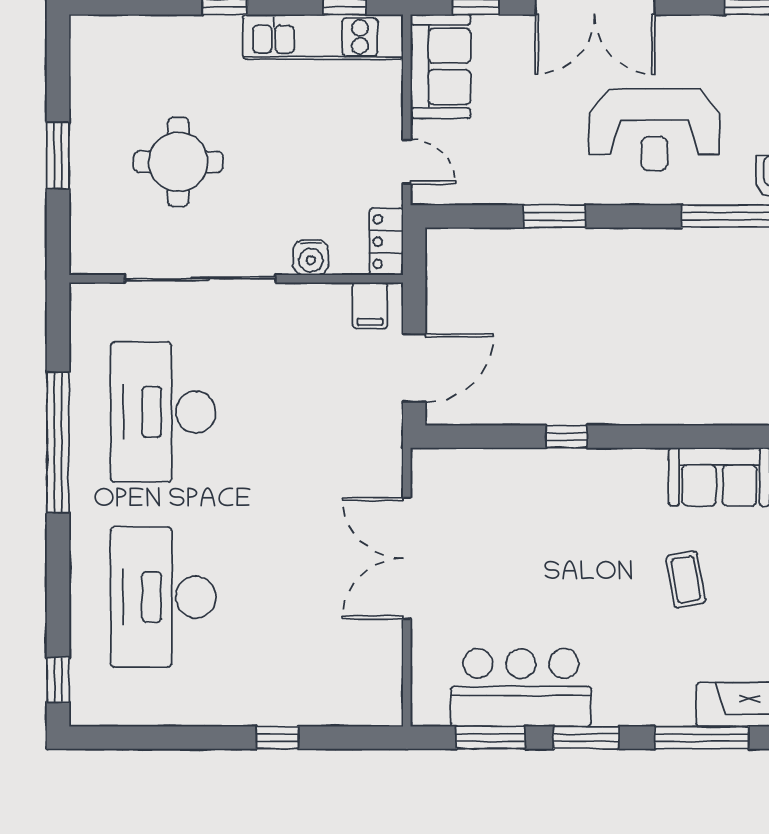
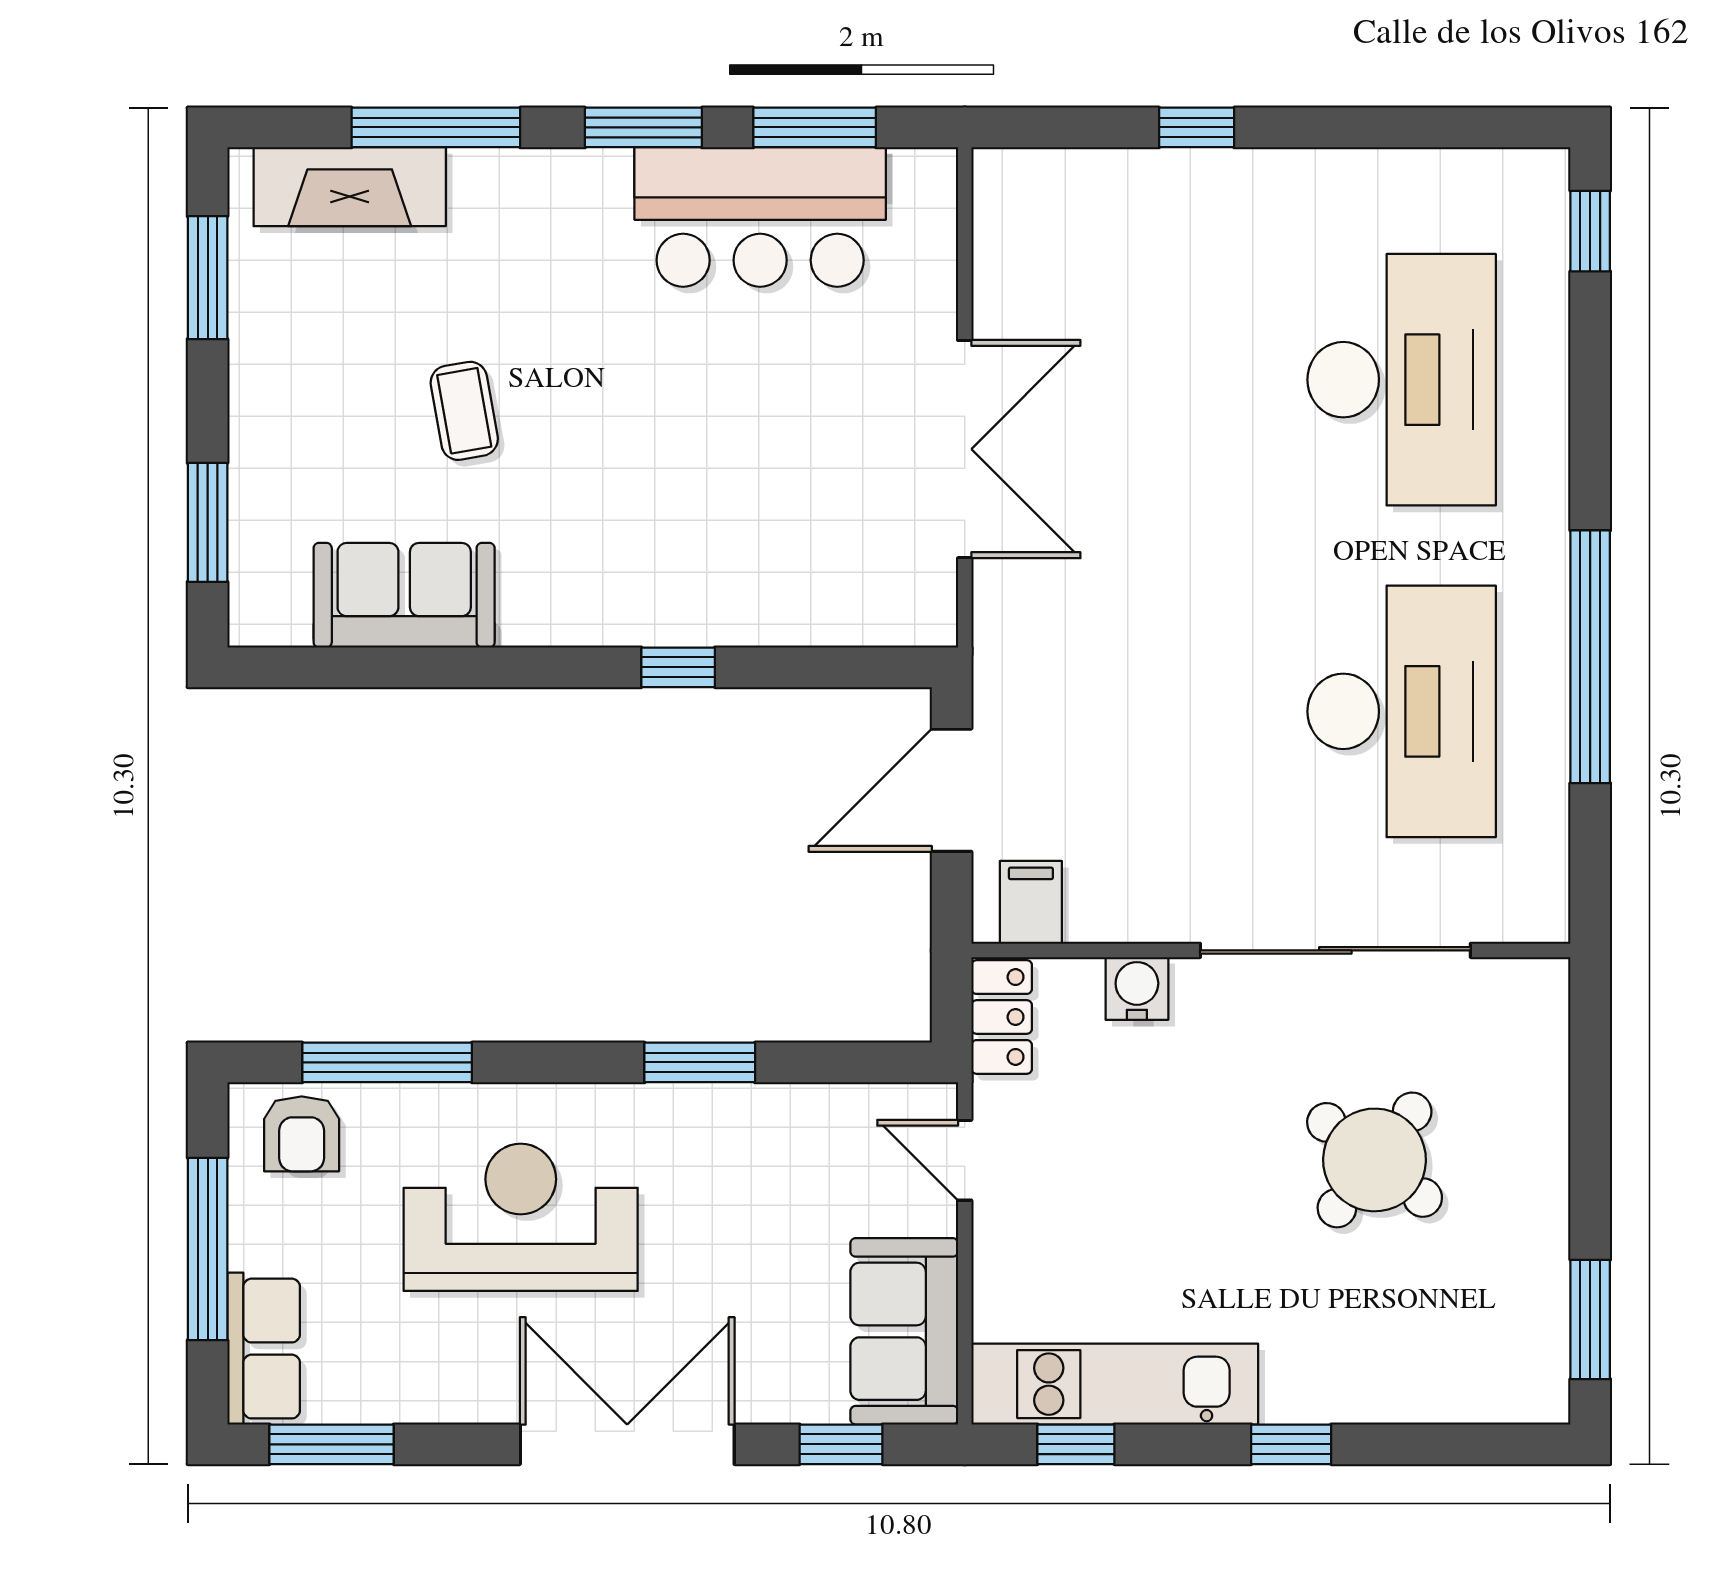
window: (58, 156) -> (1590, 1319), moved
round table: (178, 162) -> (1375, 1160), turned 38

